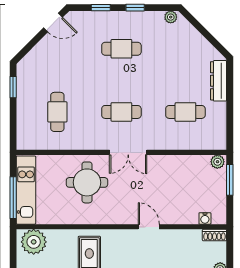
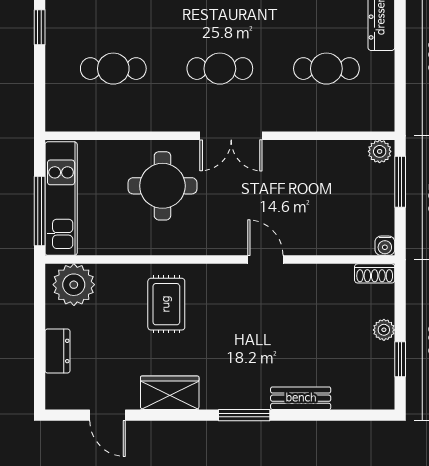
cafe table: (57, 112) -> (113, 69), turned 90
water cooler: (205, 218) -> (385, 246), moved

